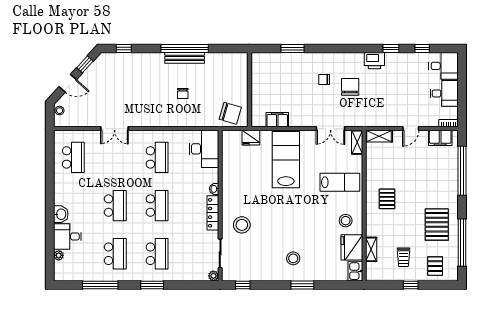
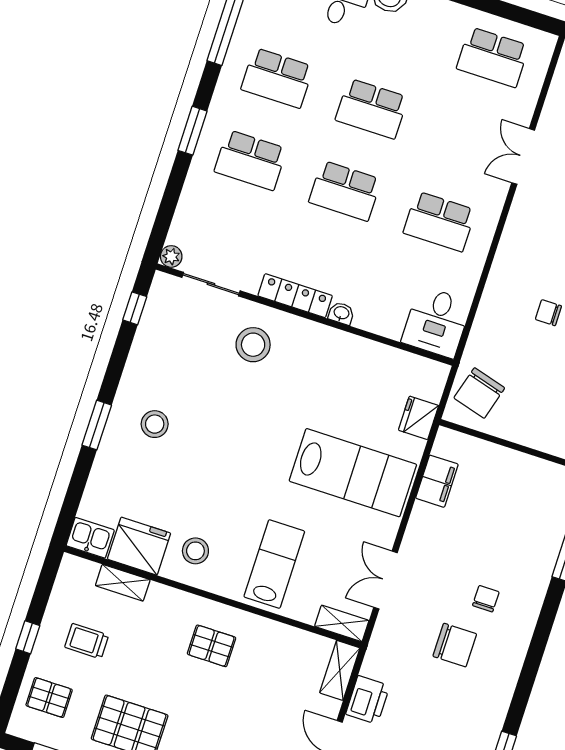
printer: (374, 61) -> (368, 700), moved, turned 180
desk: (204, 149) -> (436, 322), width x0.73
lab bench: (340, 182) -> (274, 564), turned 180

